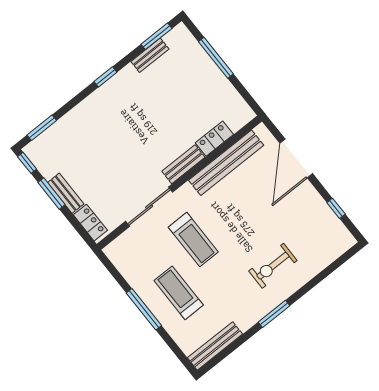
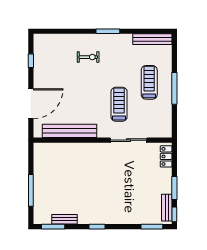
locker: (214, 139) -> (66, 149), removed
bench: (183, 164) -> (93, 148), removed
bench: (66, 193) -> (167, 208), moved
exercise bike: (273, 266) -> (88, 57), width x0.73, depth x0.72
treadmill: (179, 293) -> (149, 82), turned 180

